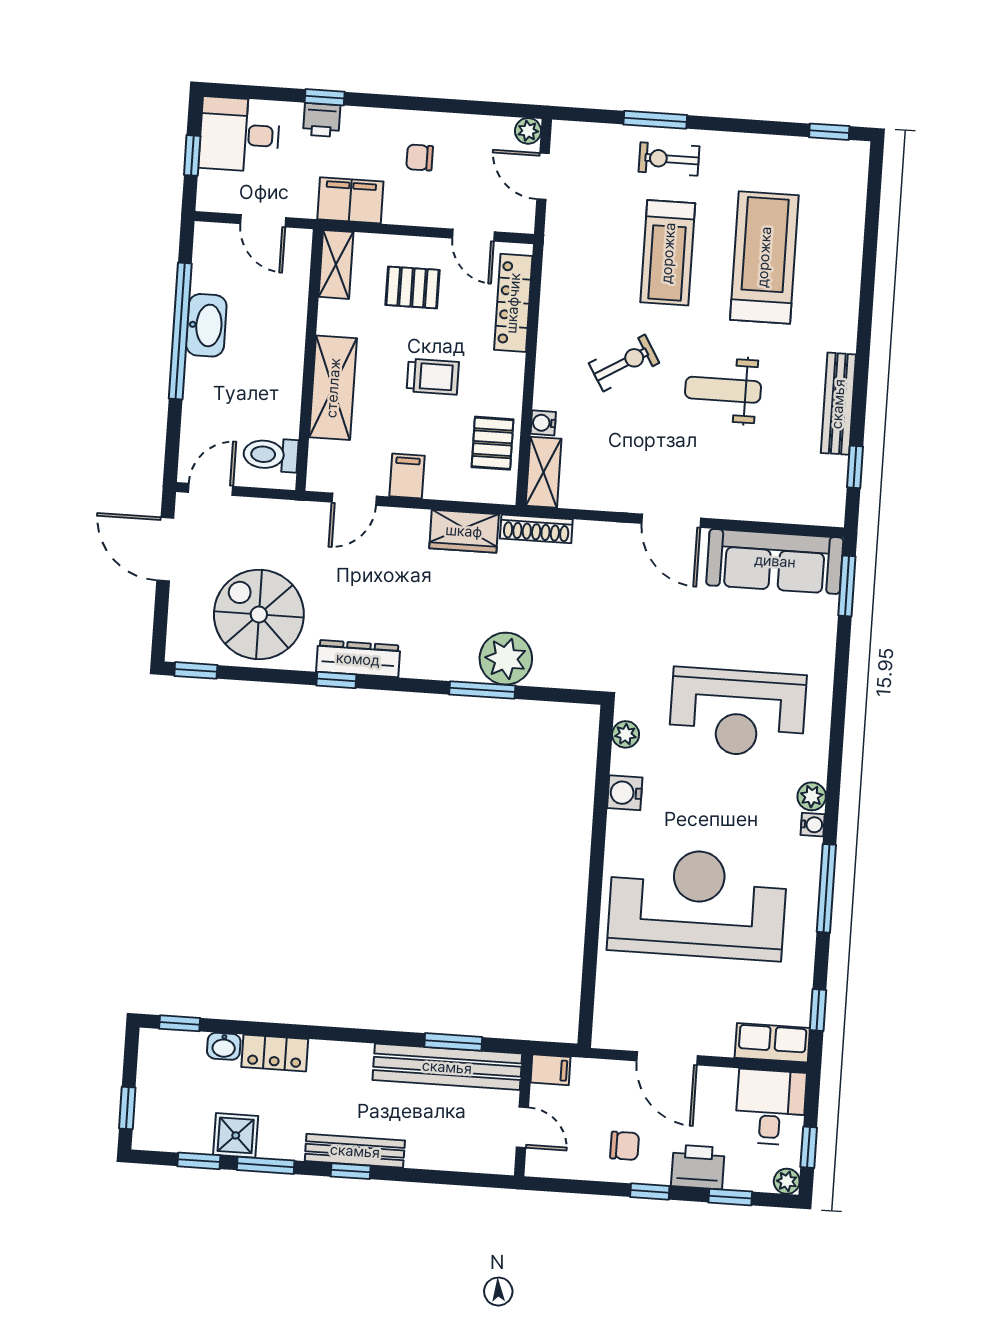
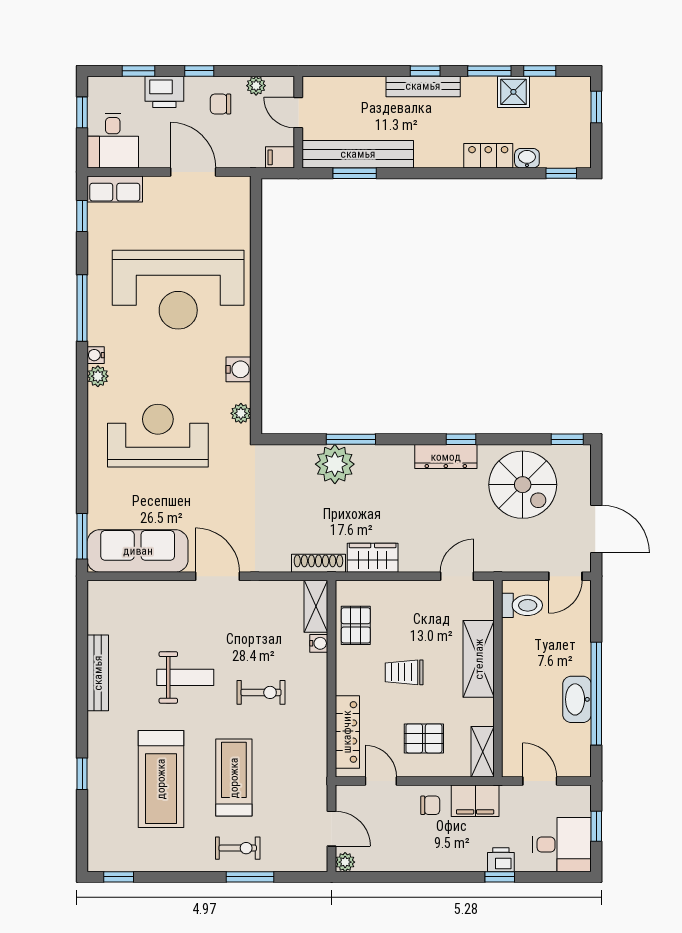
chair: (420, 158) -> (430, 805), moved
exercise bike: (624, 363) -> (261, 692), turned -149
window: (855, 467) -> (82, 774), moved
filing cabinet: (407, 476) -> (418, 596), removed
plant: (787, 1181) -> (256, 86), moved

